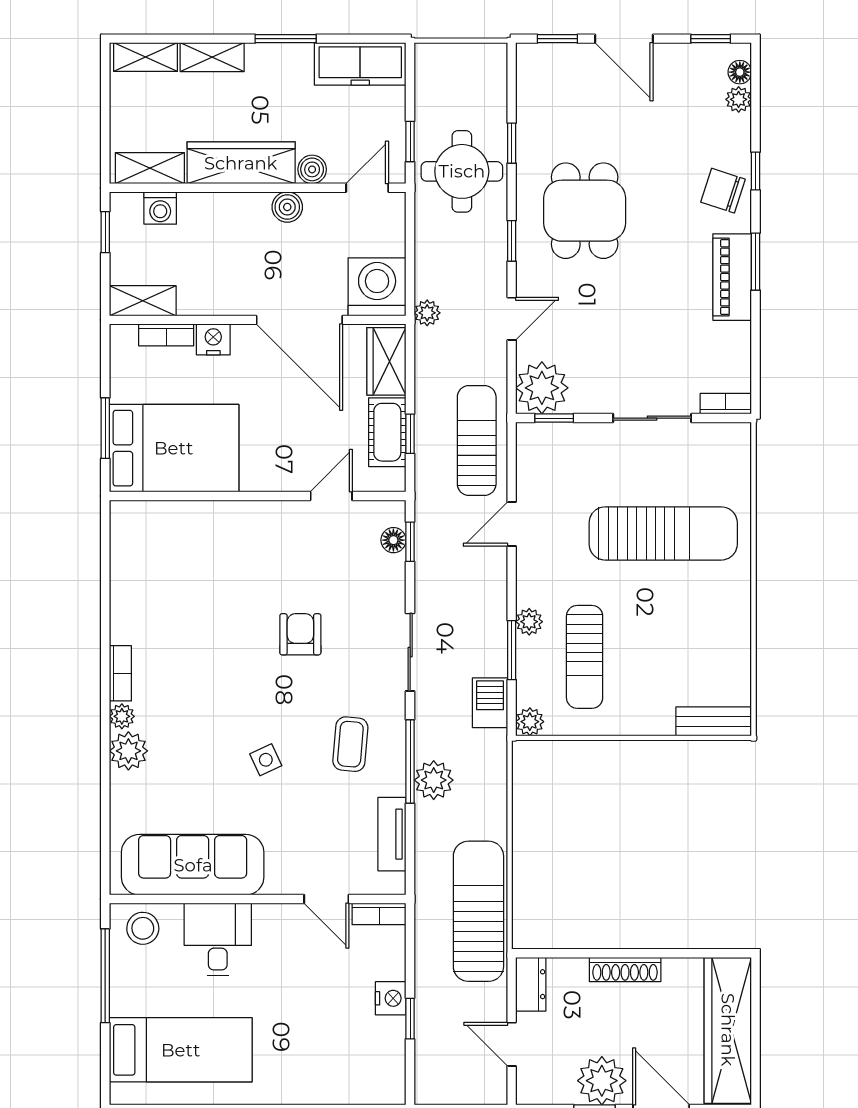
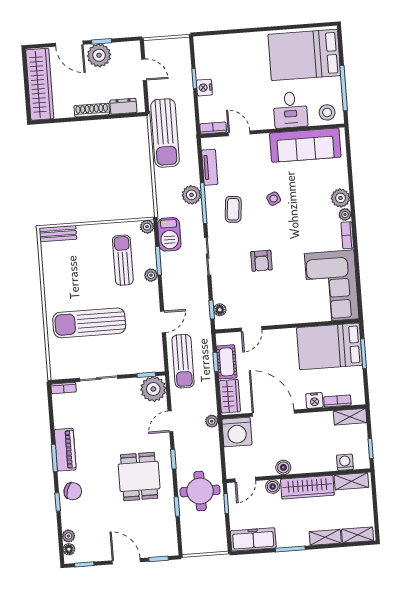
corner sofa: (160, 571) -> (332, 286), added
barbecue: (490, 703) -> (169, 234), width x1.38, depth x1.27
dresser: (531, 984) -> (123, 106), moved, turned 90
bed: (181, 1050) -> (304, 55), width x1.50

